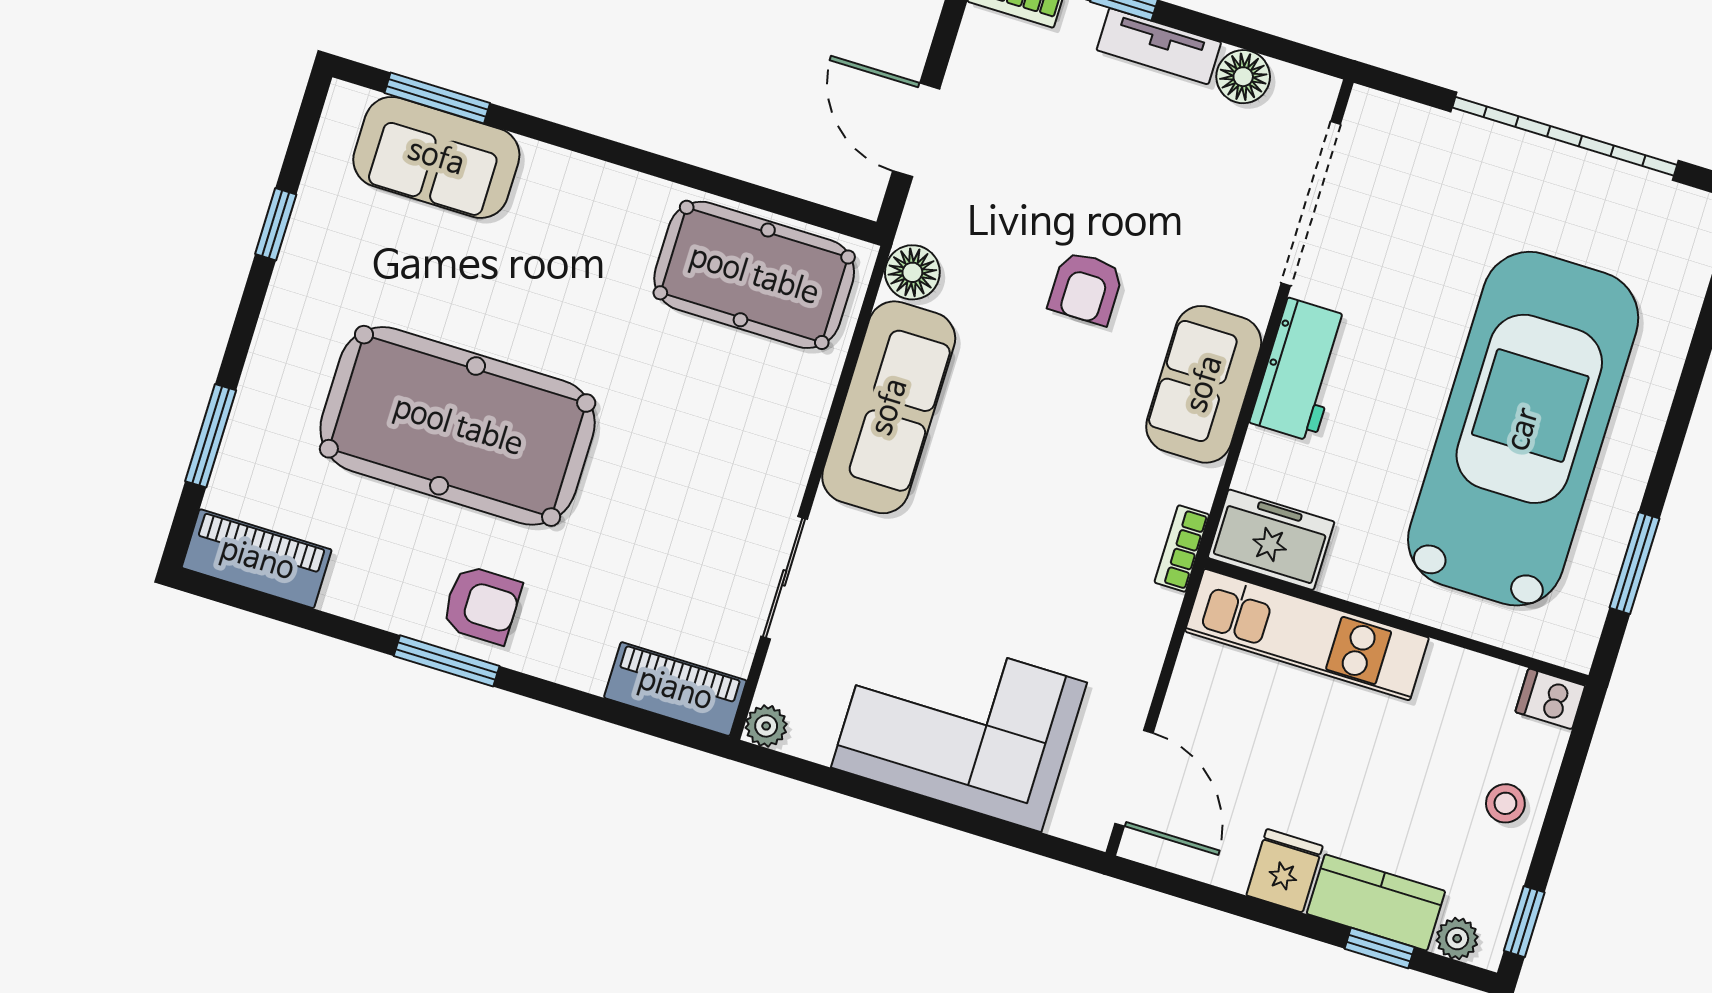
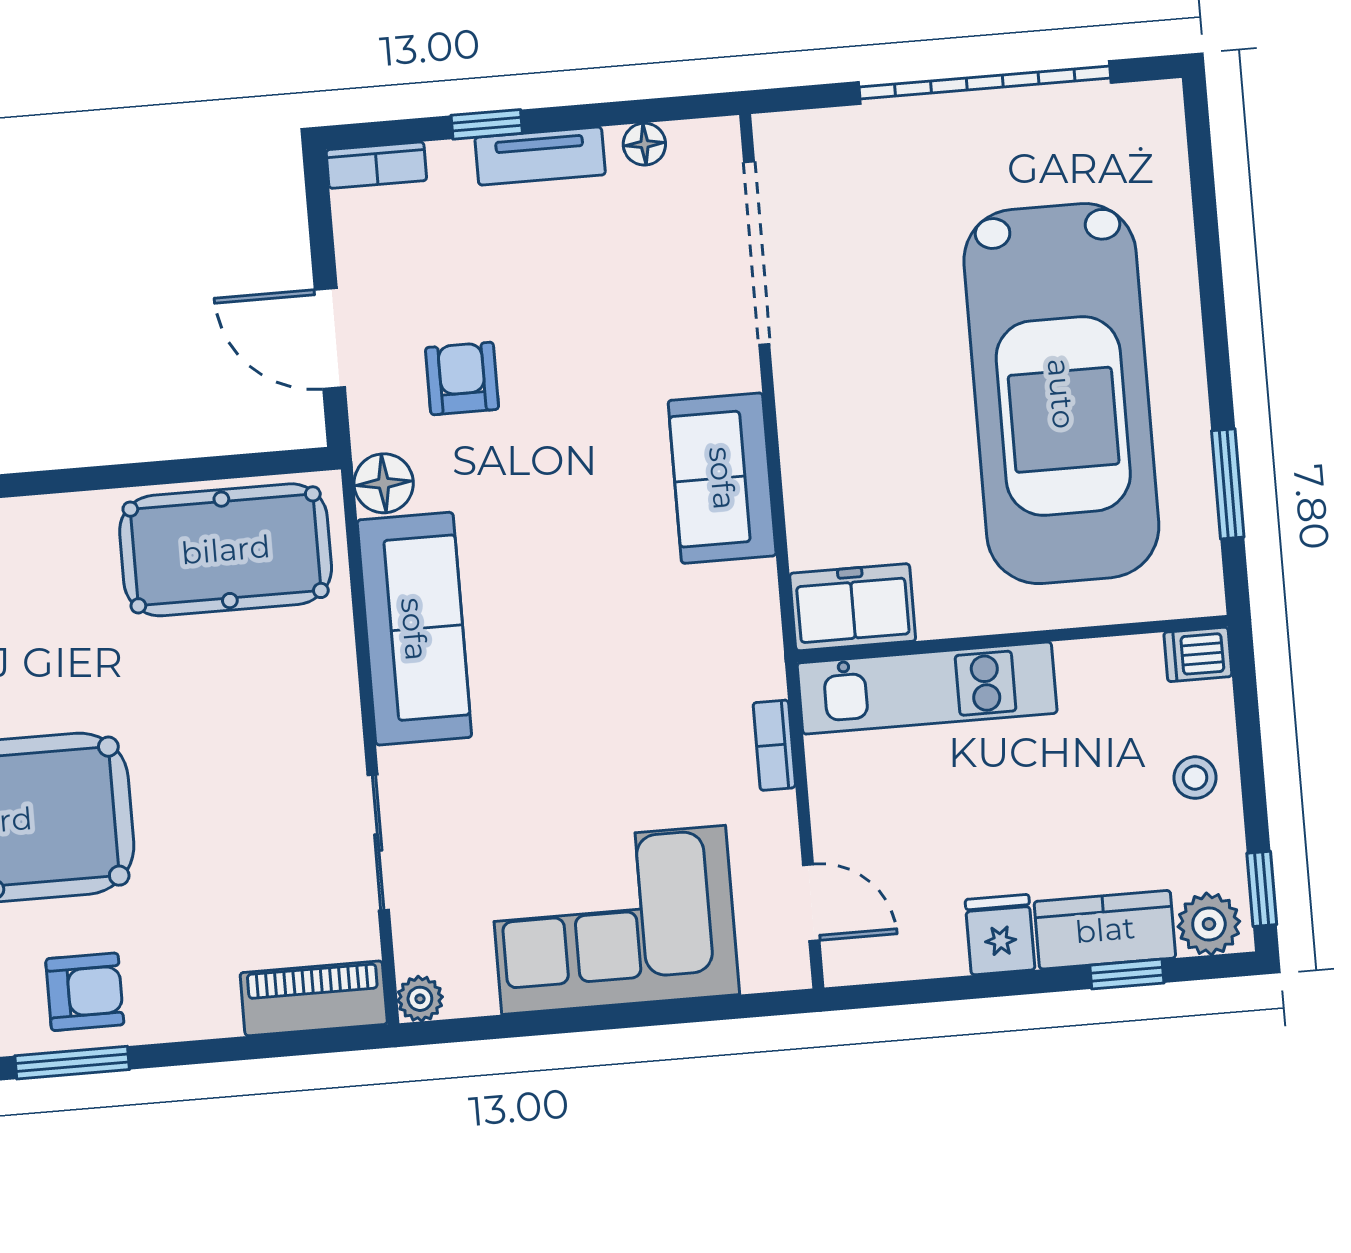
floor lamp: (1243, 77) -> (644, 144), width x0.73, depth x0.73
armchair: (1086, 288) -> (462, 378), moved, turned 180
workbench: (1301, 370) -> (814, 424), removed
car: (1523, 429) -> (1061, 394), turned 180
bookcase: (1182, 549) -> (774, 745), moved
door: (1134, 778) -> (811, 903), width x0.73
plant: (1457, 939) -> (1209, 924), width x1.38, depth x1.38

